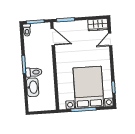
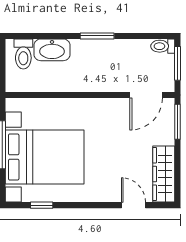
wardrobe: (98, 25) -> (164, 174), width x1.50
toilet: (34, 72) -> (23, 54), moved

